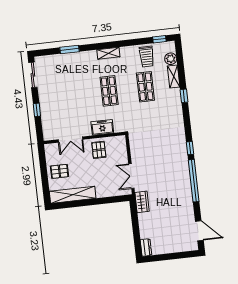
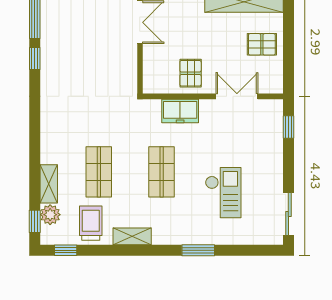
window: (69, 49) -> (198, 250), moved
shelving: (108, 53) -> (132, 236), moved
checkout: (72, 83) -> (223, 193), added
window: (184, 96) -> (35, 221), moved
window: (37, 110) -> (288, 127), moved

